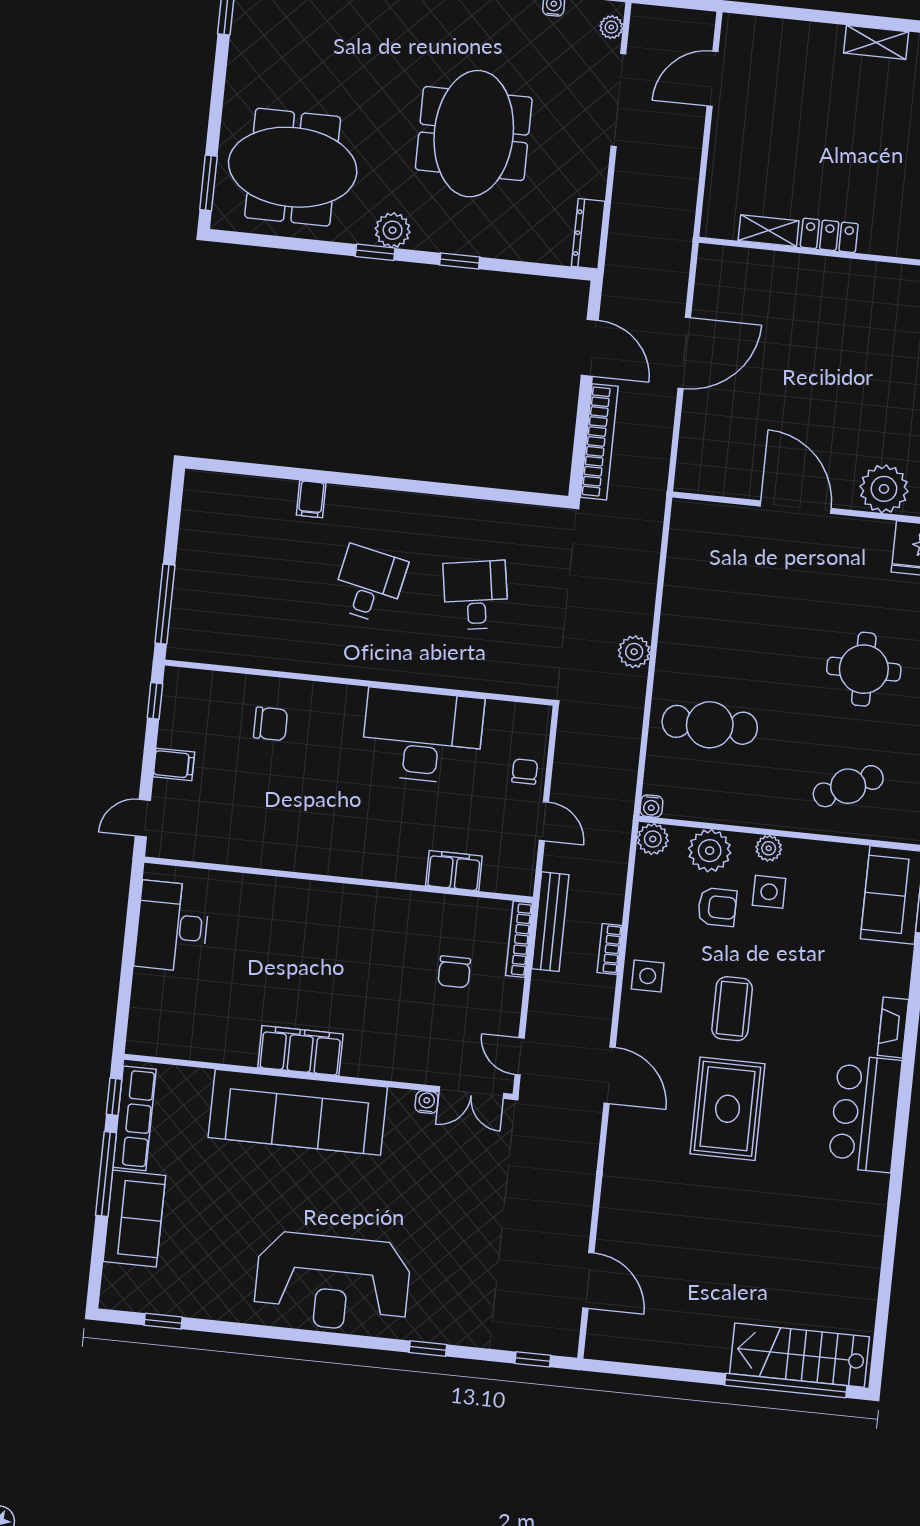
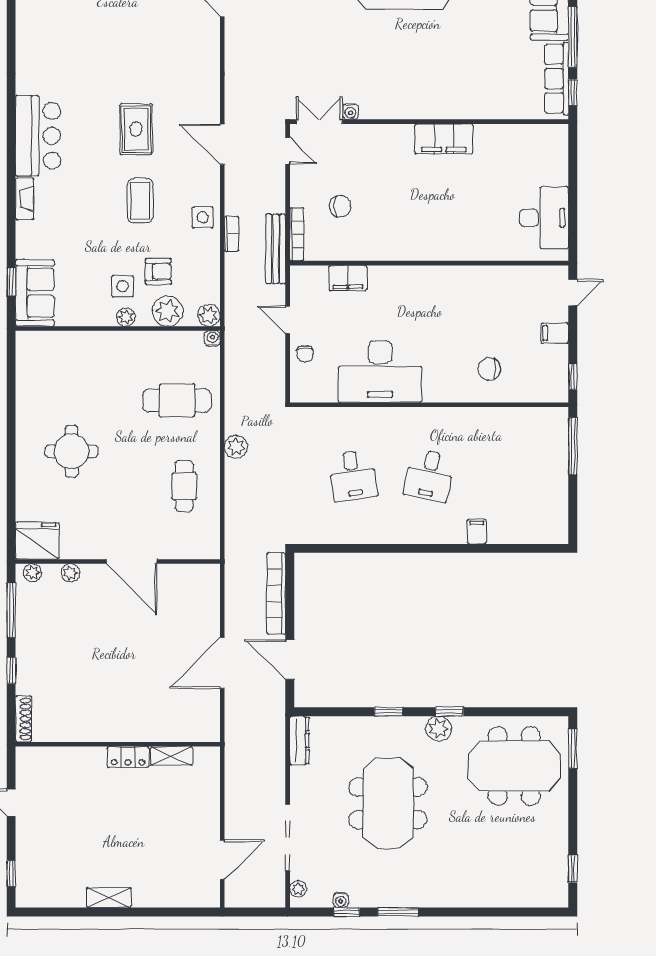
plant: (884, 489) -> (70, 573), width x0.53, depth x0.53
cafe table: (848, 786) -> (184, 486), moved, turned -64
armchair: (717, 907) -> (158, 272), turned 180
chair: (454, 972) -> (340, 206), turned 90
rug: (728, 1109) -> (136, 129), width x0.73, depth x0.70
sofa: (298, 1112) -> (441, 95), removed

